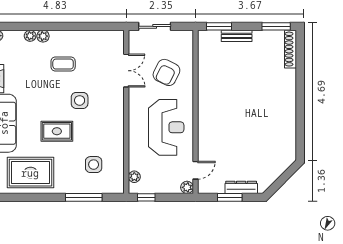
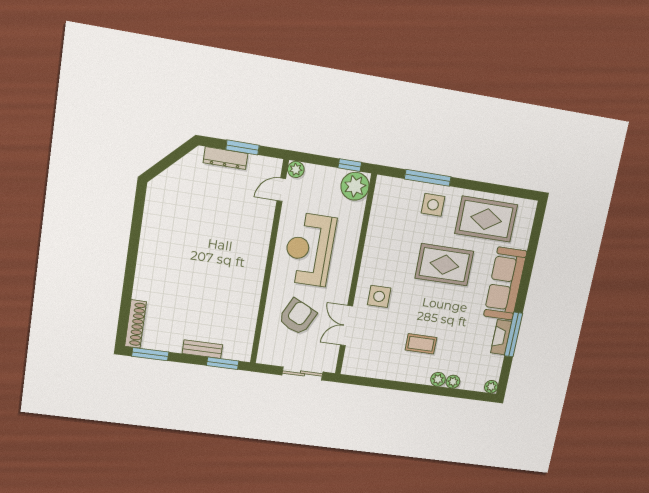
side table: (80, 100) -> (379, 296), moved
rug: (57, 131) -> (444, 265), width x1.36, depth x1.43
side table: (94, 165) -> (433, 205), moved
plant: (134, 177) -> (355, 186), width x1.87, depth x1.87

